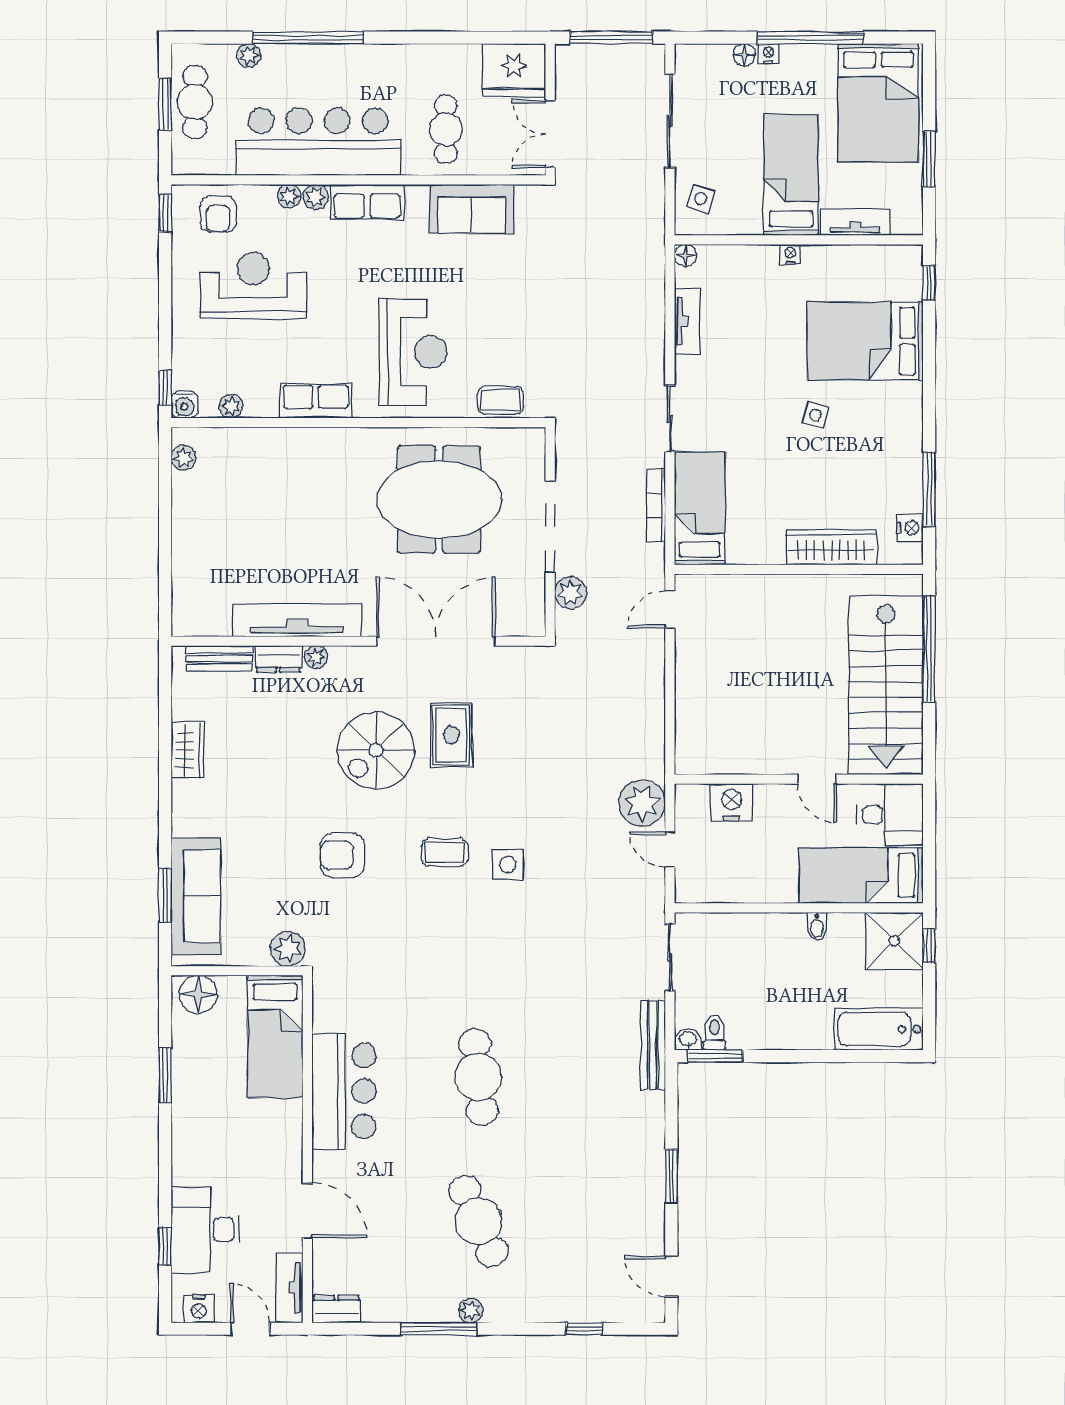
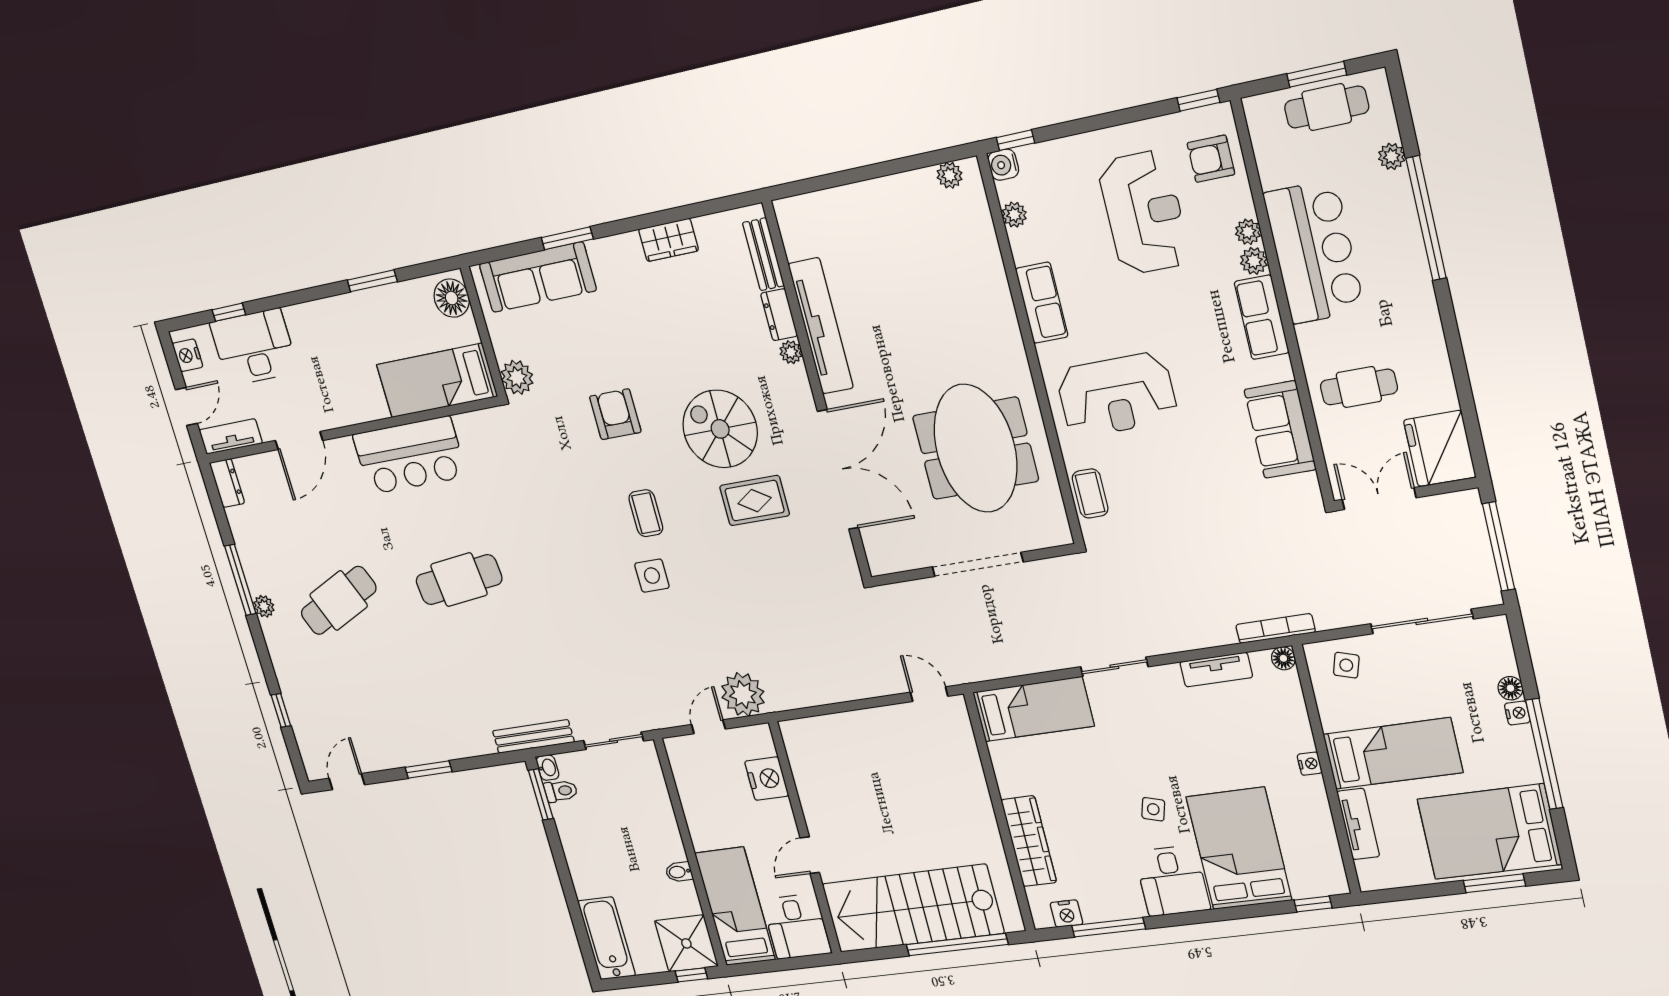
bar counter: (318, 142) -> (1314, 252), width x0.73
window: (929, 159) -> (1494, 883), moved
desk: (889, 414) -> (1172, 881), added
bookcase: (656, 505) -> (1275, 628), moved
plant: (571, 593) -> (919, 595), removed
window: (165, 895) -> (567, 238), moved

